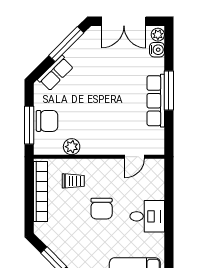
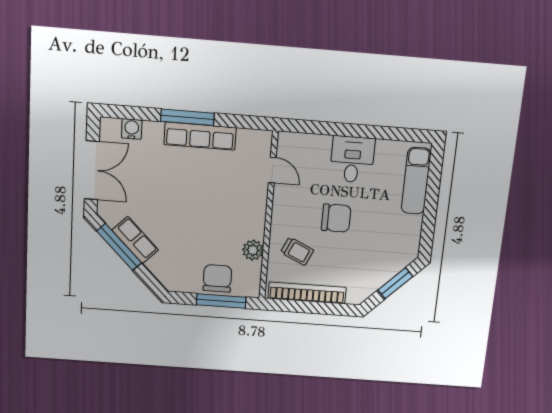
plant: (158, 35) -> (111, 126), removed
row of seats: (56, 73) -> (135, 240), moved
trolley: (73, 181) -> (297, 251), turned 115

